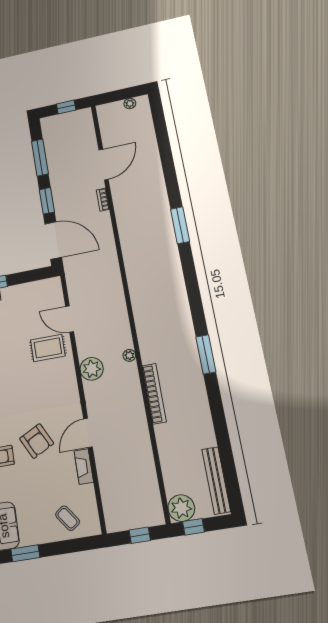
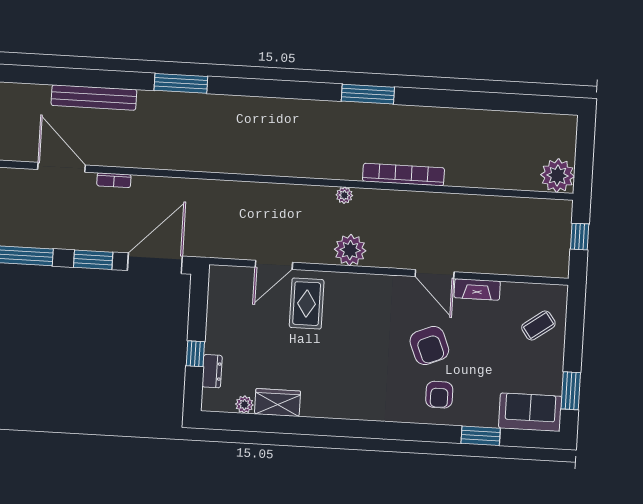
armchair: (37, 441) -> (429, 345), turned 95
bench: (216, 480) -> (94, 98), moved
window: (193, 527) -> (584, 166), removed

